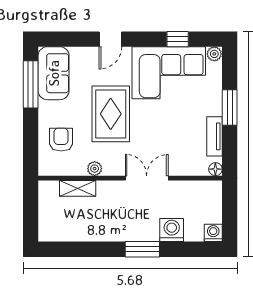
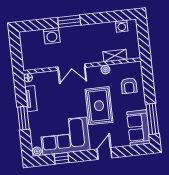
washing machine: (213, 233) -> (122, 26), moved

